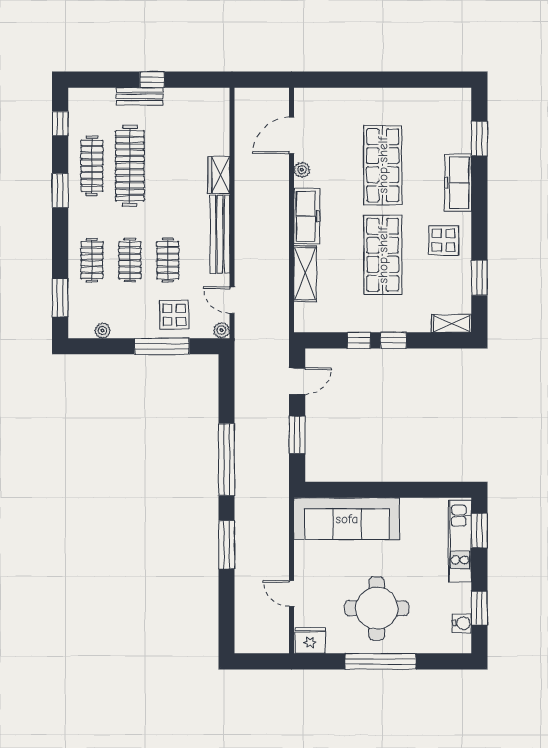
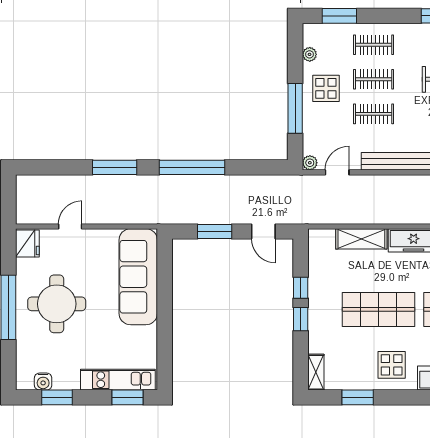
display table: (174, 315) -> (326, 88), moved

